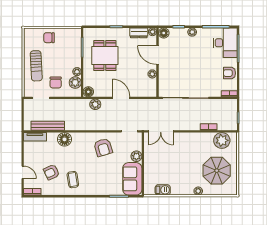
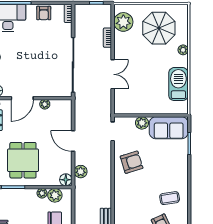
dining table: (105, 56) -> (23, 160), turned 90
door: (121, 98) -> (73, 141), hinge flipped
double door: (161, 131) -> (113, 74), moved
floor lamp: (65, 139) -> (122, 208), removed
barbecue: (163, 190) -> (178, 84), width x1.88, depth x1.53

